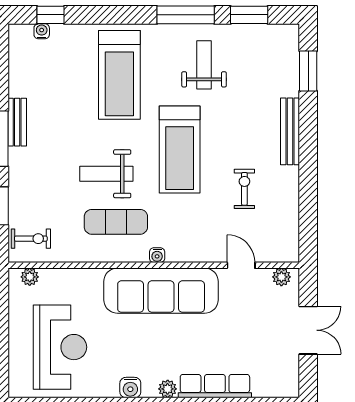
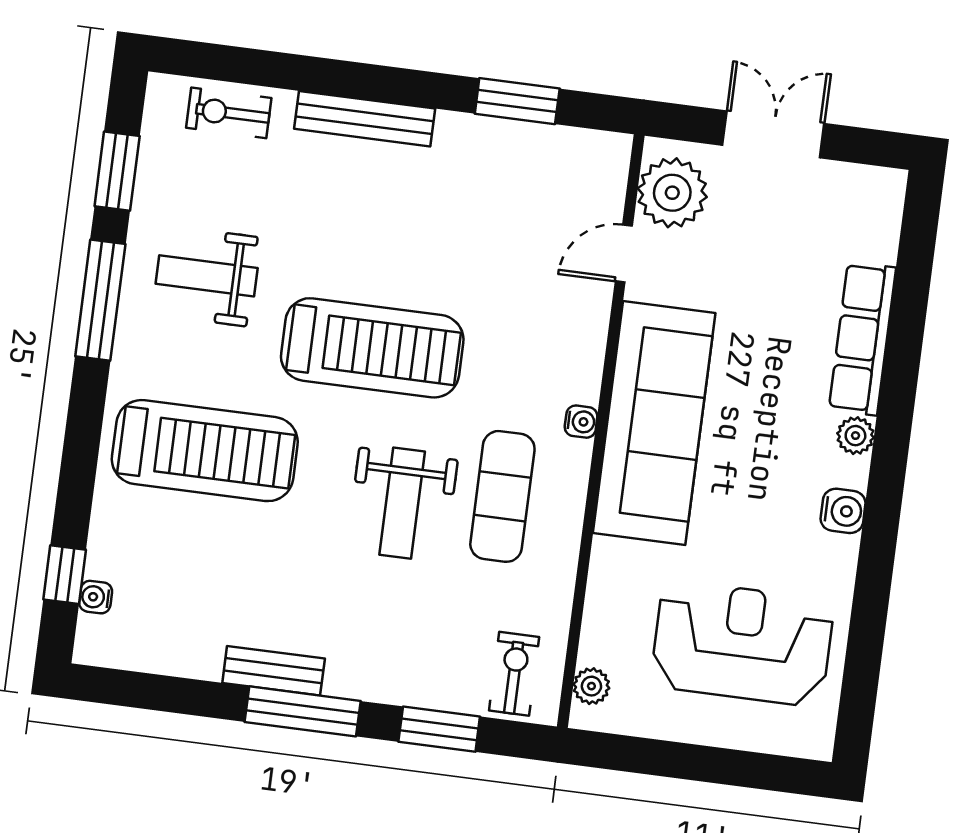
window: (308, 71) -> (517, 101), moved
exercise bike: (244, 189) -> (229, 113), moved
plant: (281, 277) -> (672, 193), width x1.88, depth x1.88

